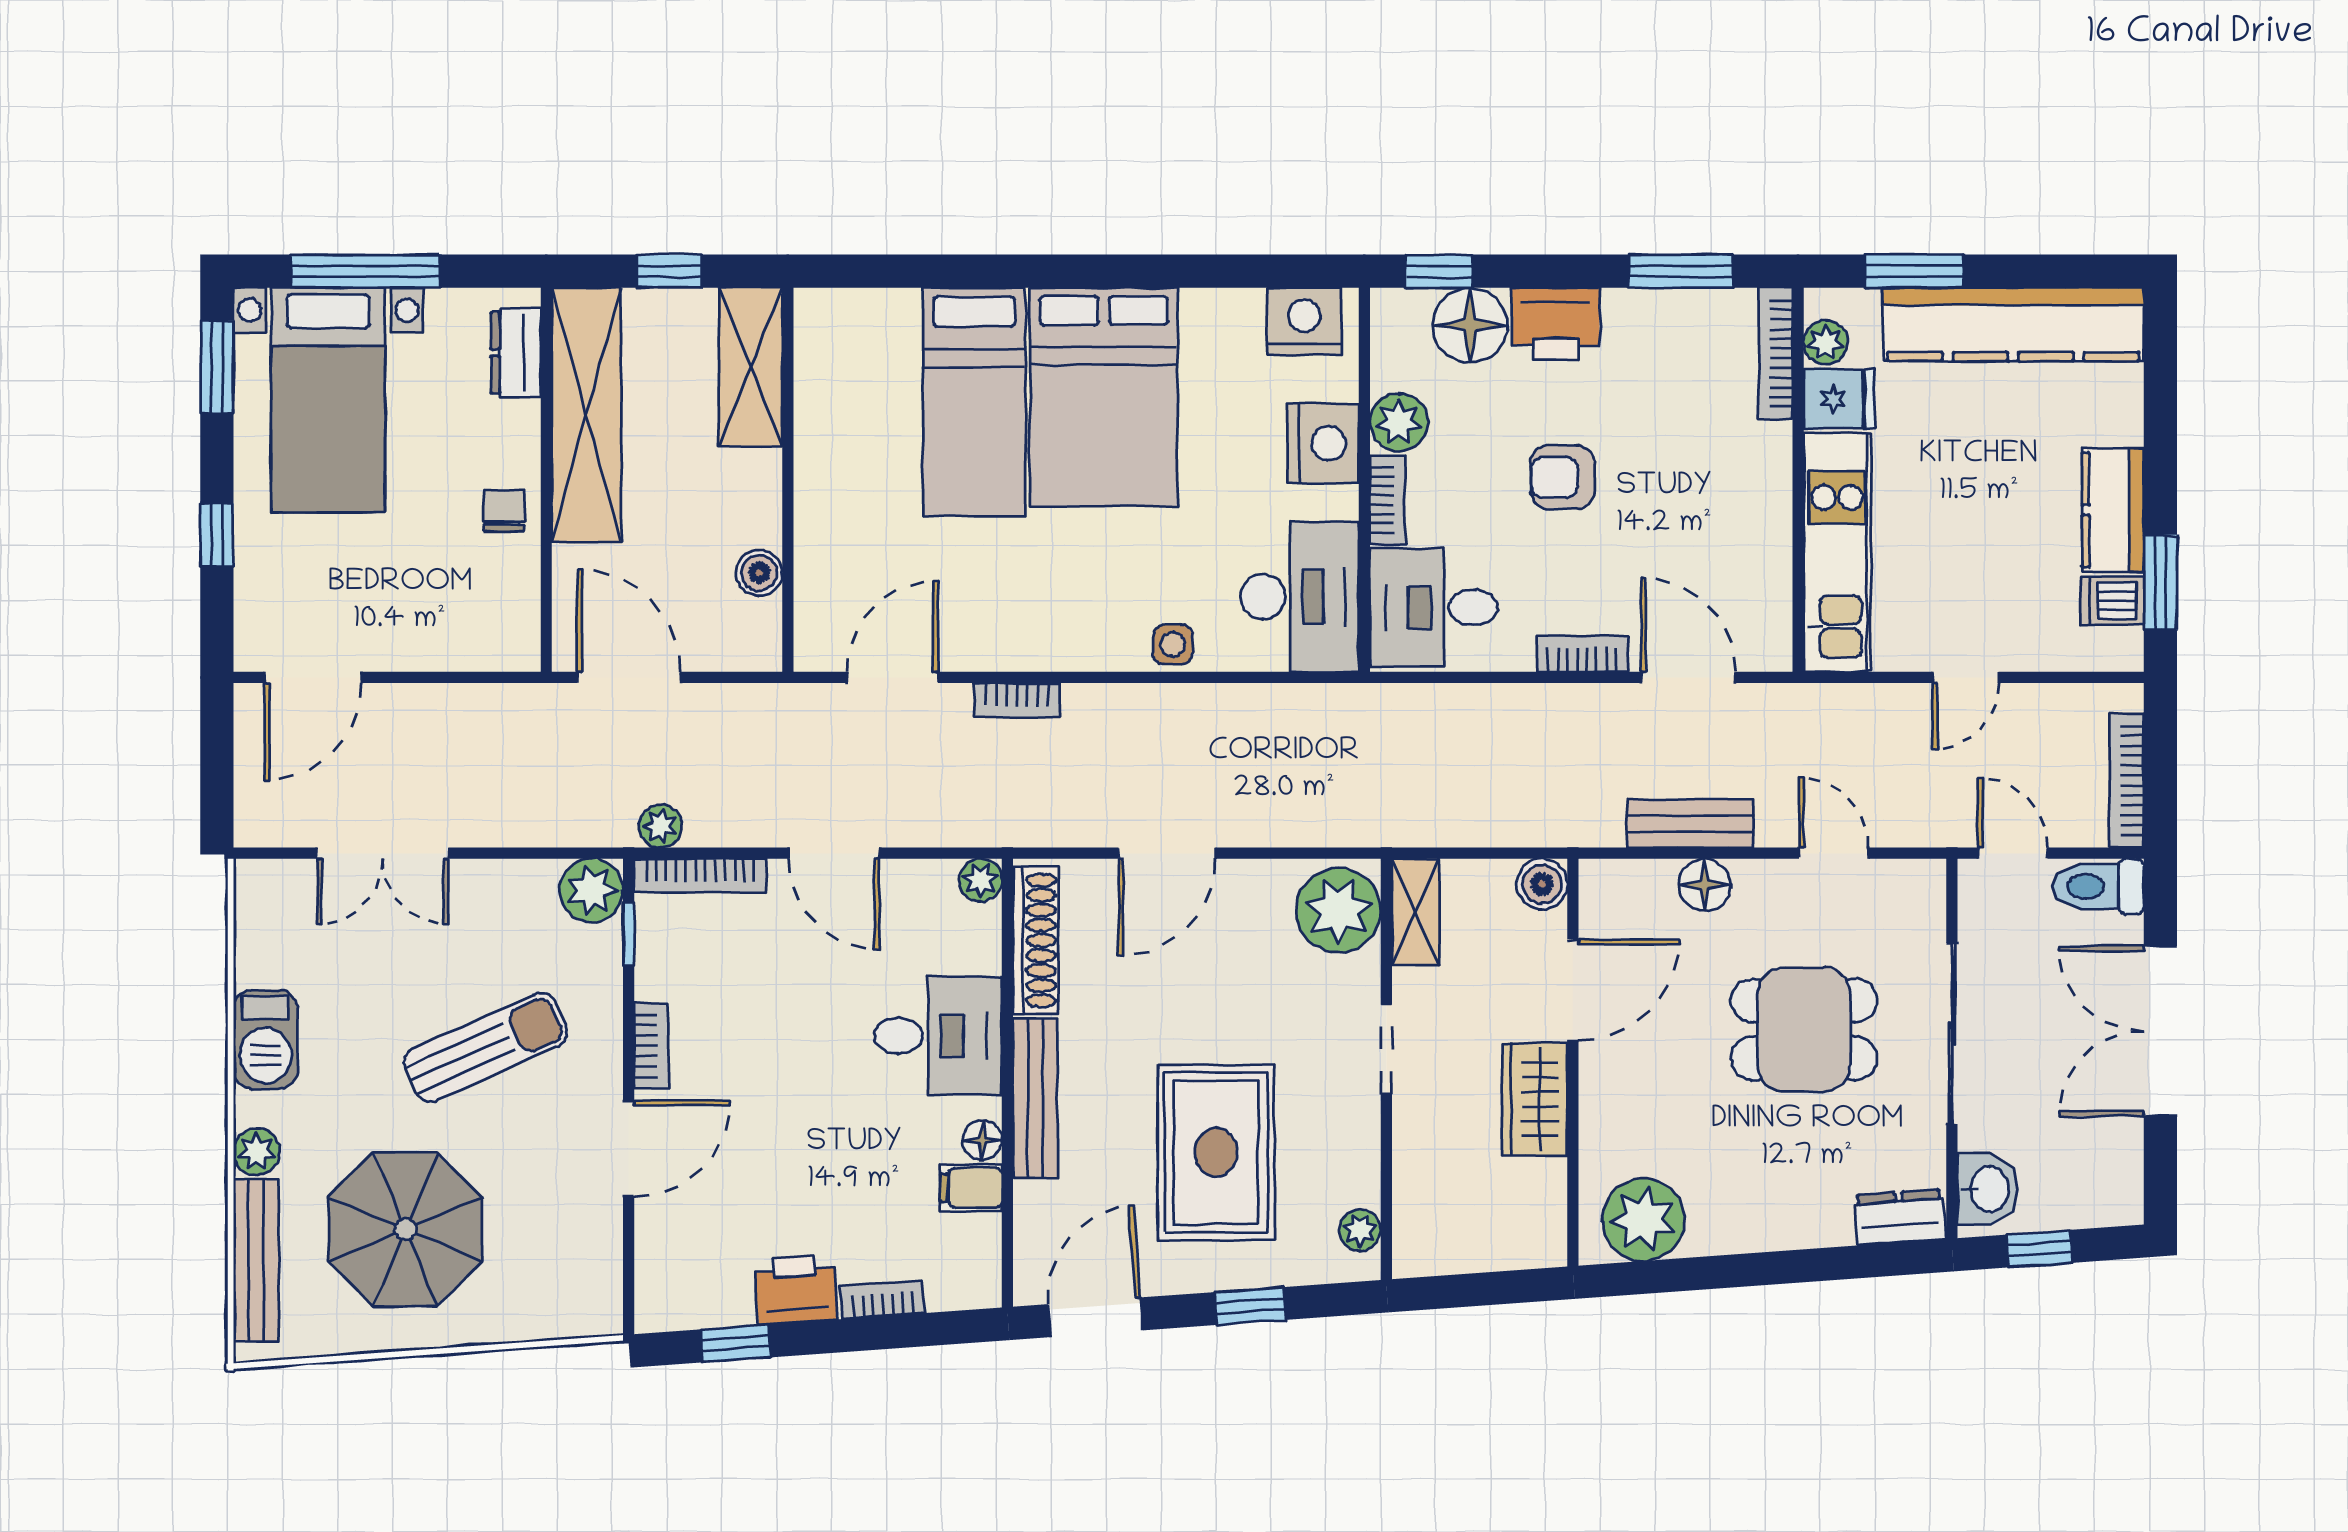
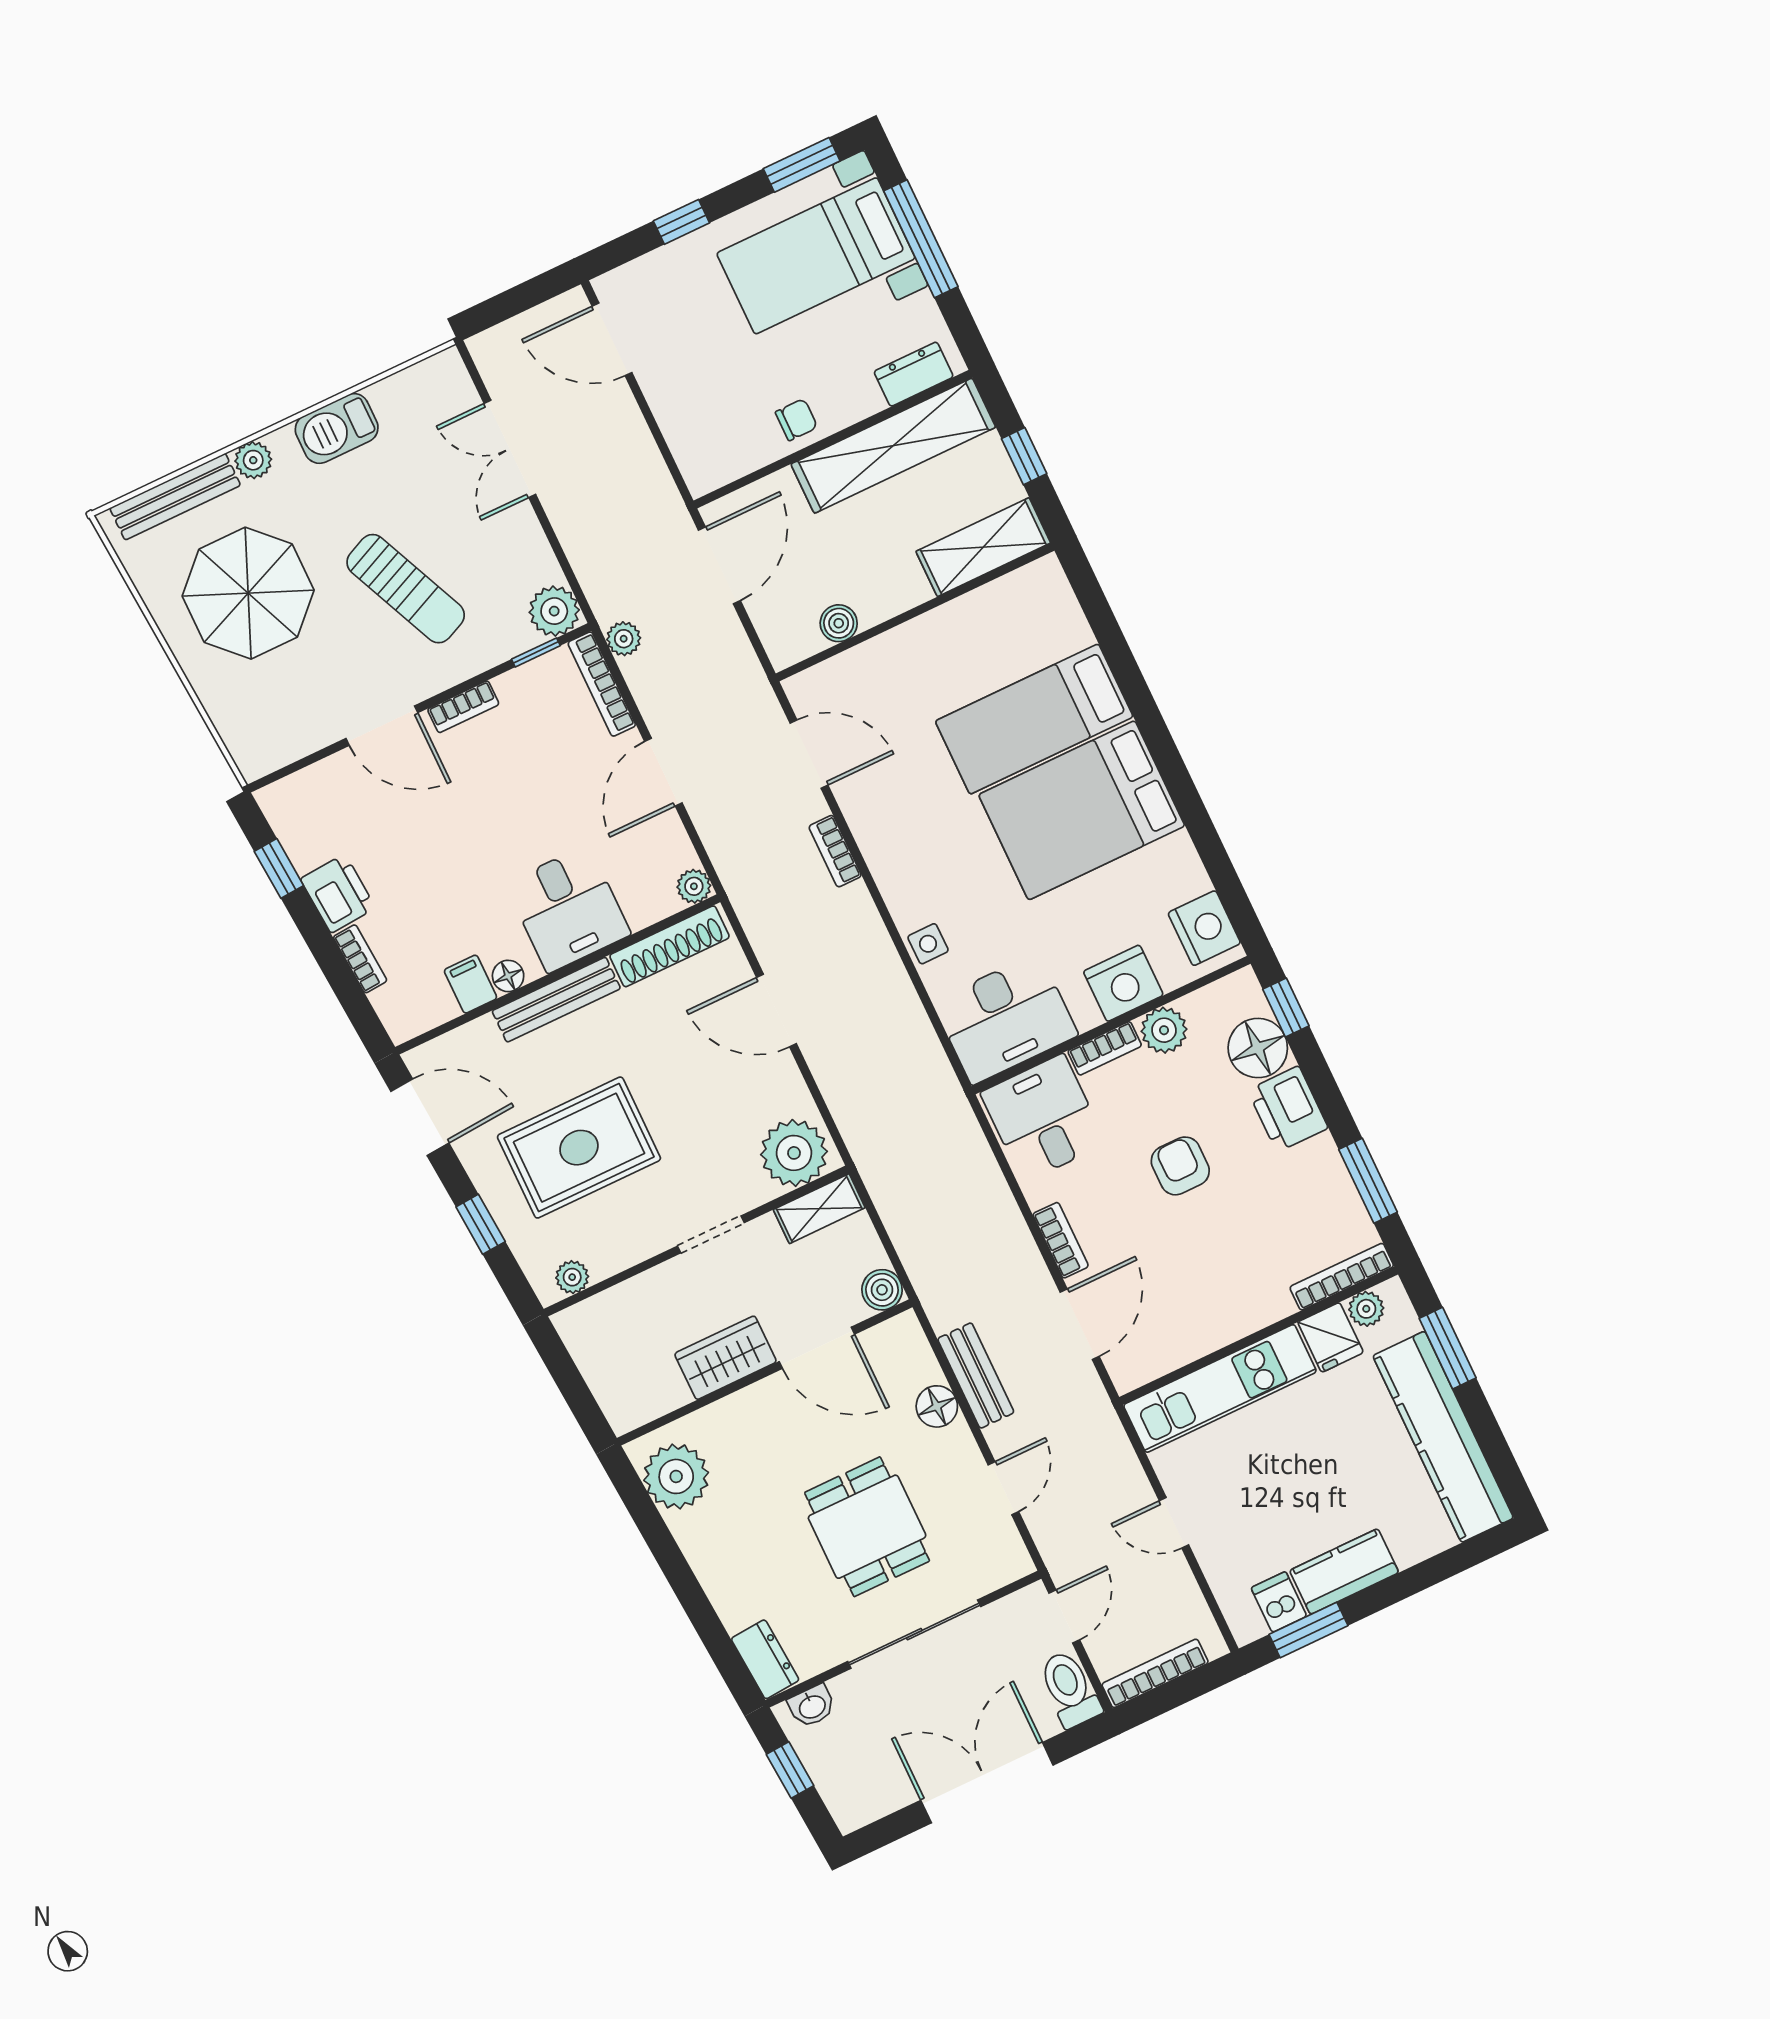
washbasin: (1988, 1189) -> (812, 1706), width x0.72, depth x0.69

